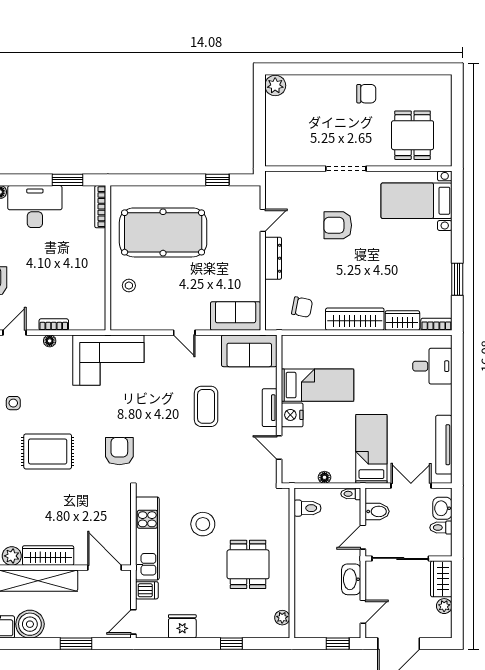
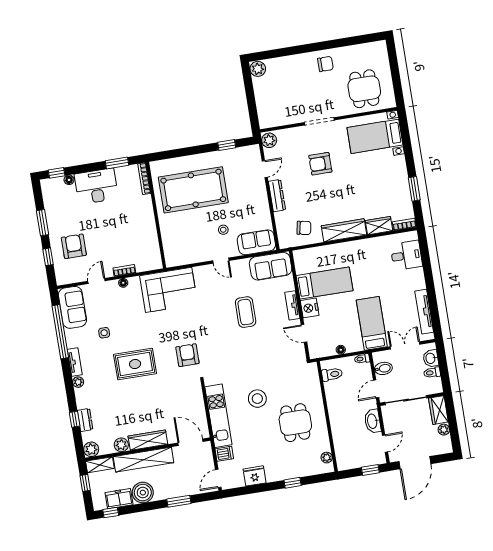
plant: (275, 183) -> (269, 140), added
stool: (129, 286) -> (223, 230), moved

